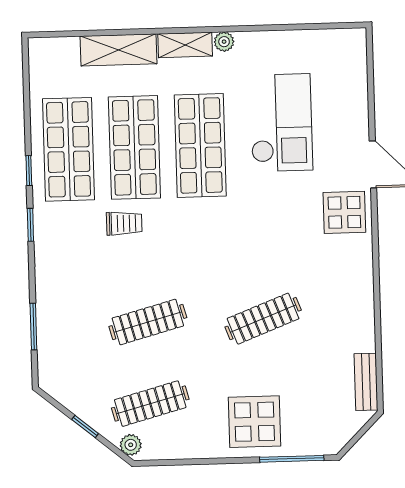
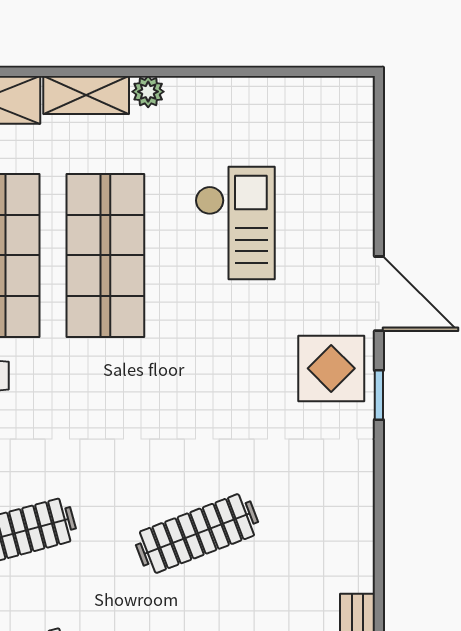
checkout: (281, 123) -> (235, 223), width x0.73, depth x0.83
window: (375, 228) -> (379, 395), added

